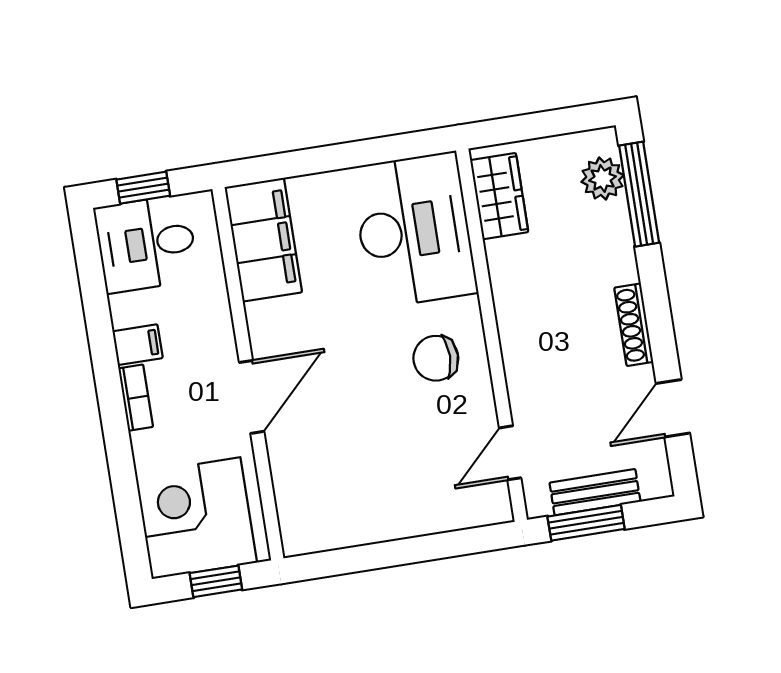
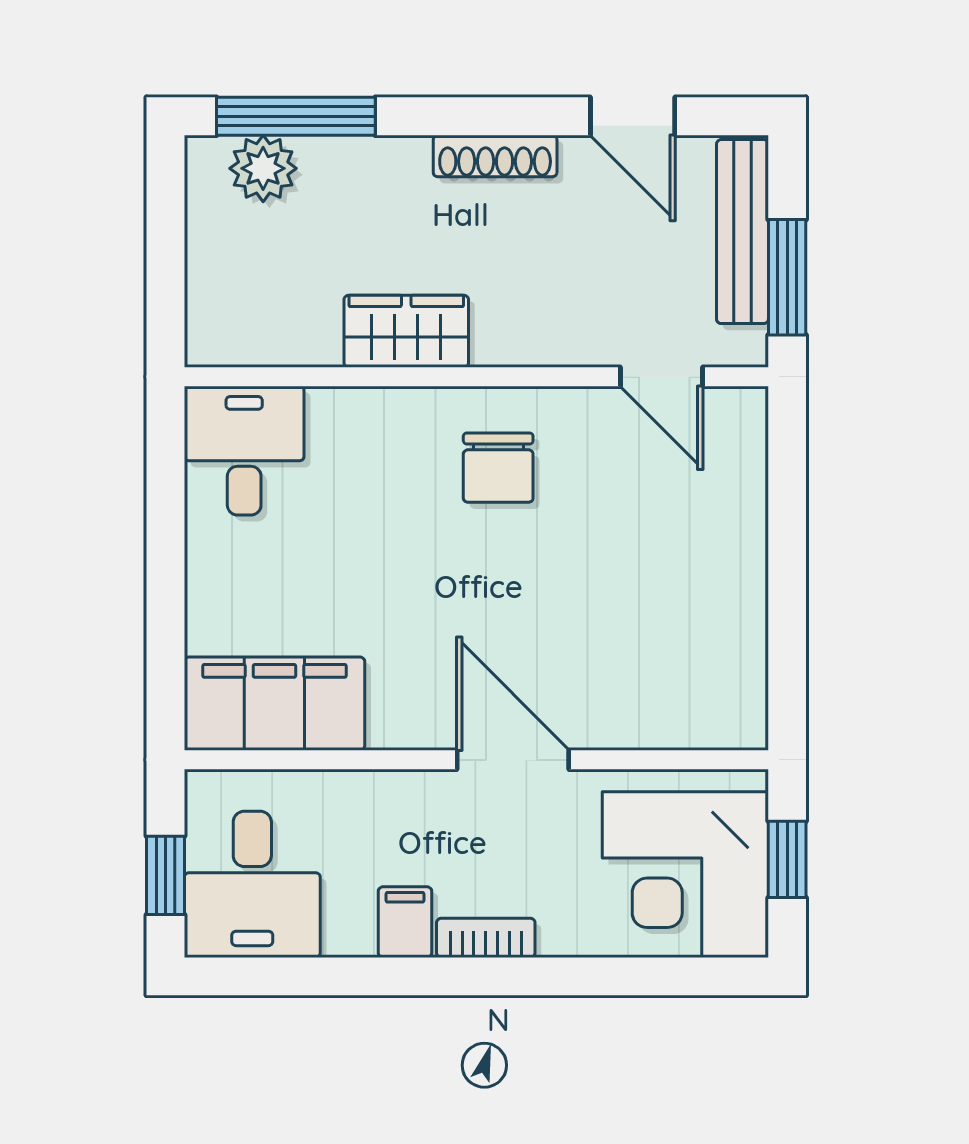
wardrobe: (499, 196) -> (406, 331), moved
desk: (414, 230) -> (244, 451), width x0.53, depth x0.77
bench: (595, 492) -> (742, 232), width x1.36

